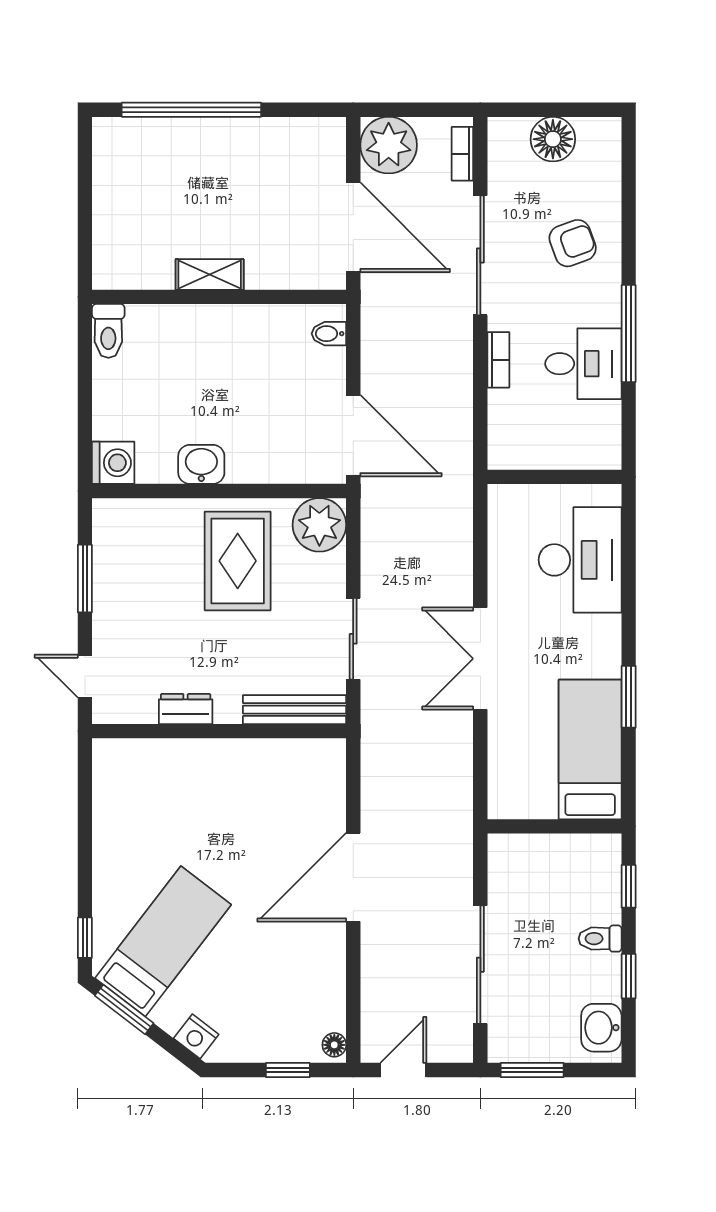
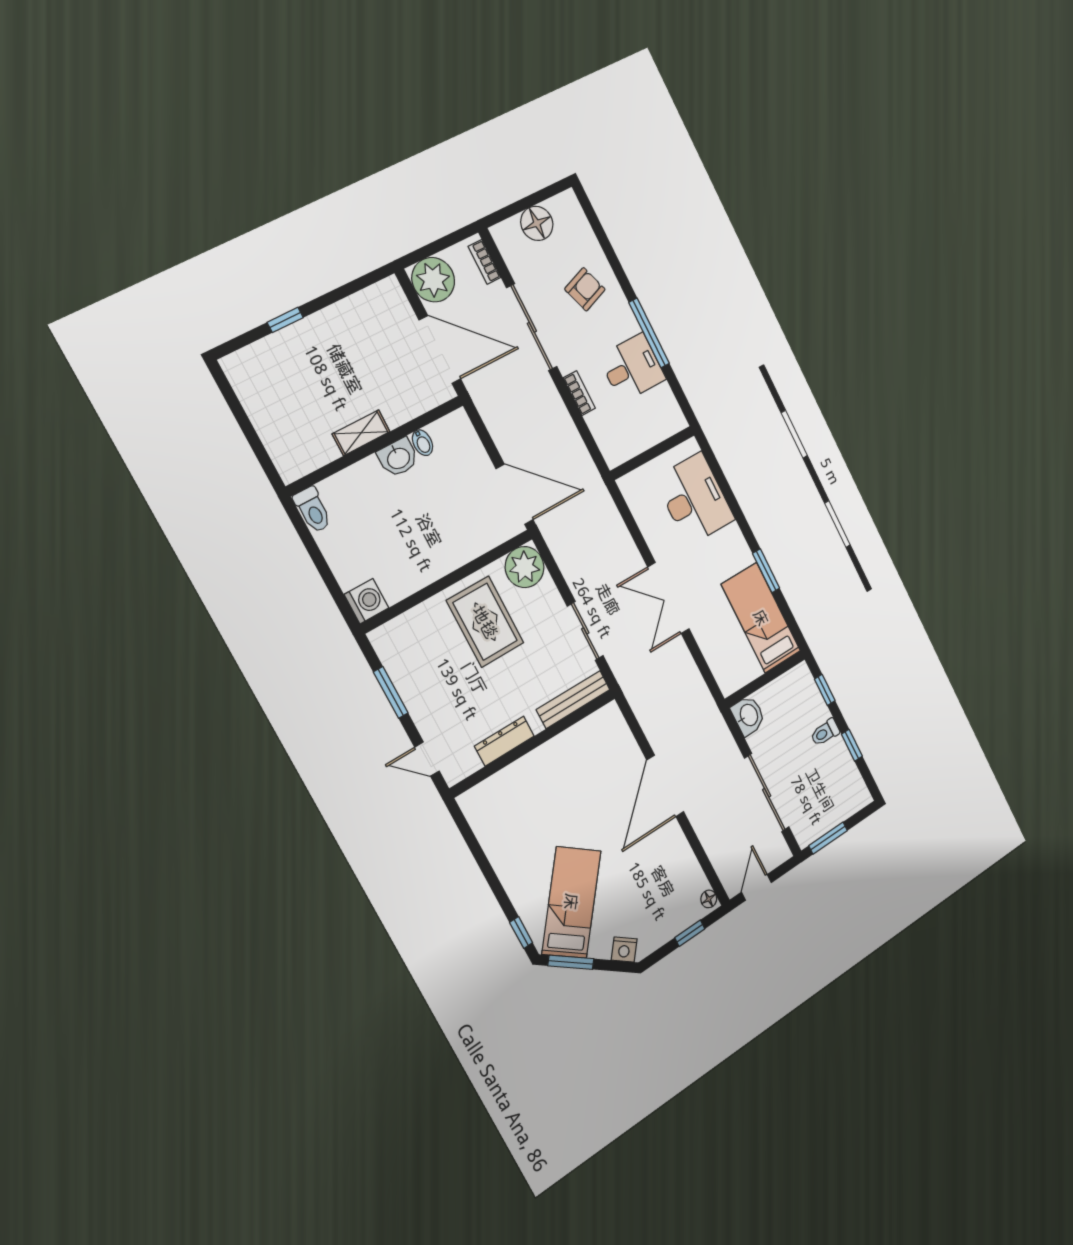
window: (191, 110) -> (285, 320), width x0.32
bidet: (329, 334) -> (422, 443), moved, turned -90
washbasin: (201, 464) -> (398, 458), moved, turned 180
dresser: (186, 709) -> (504, 741), width x1.44
washbasin: (601, 1028) -> (748, 715), moved, turned 180

